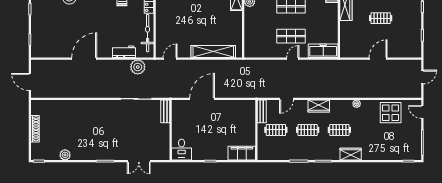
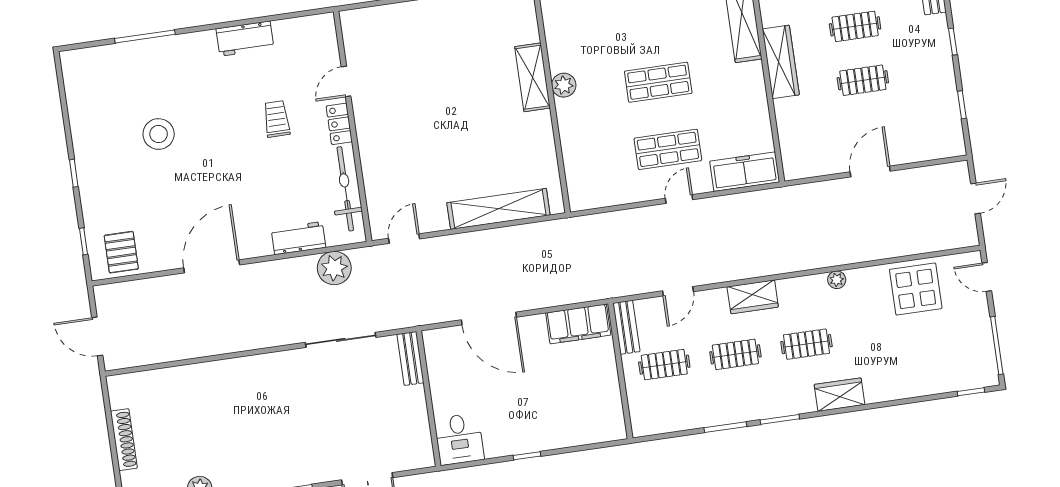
pallet: (46, 47) -> (121, 252), added
door: (202, 99) -> (489, 318), swing flipped
filing cabinet: (242, 153) -> (578, 324), moved, turned 180

